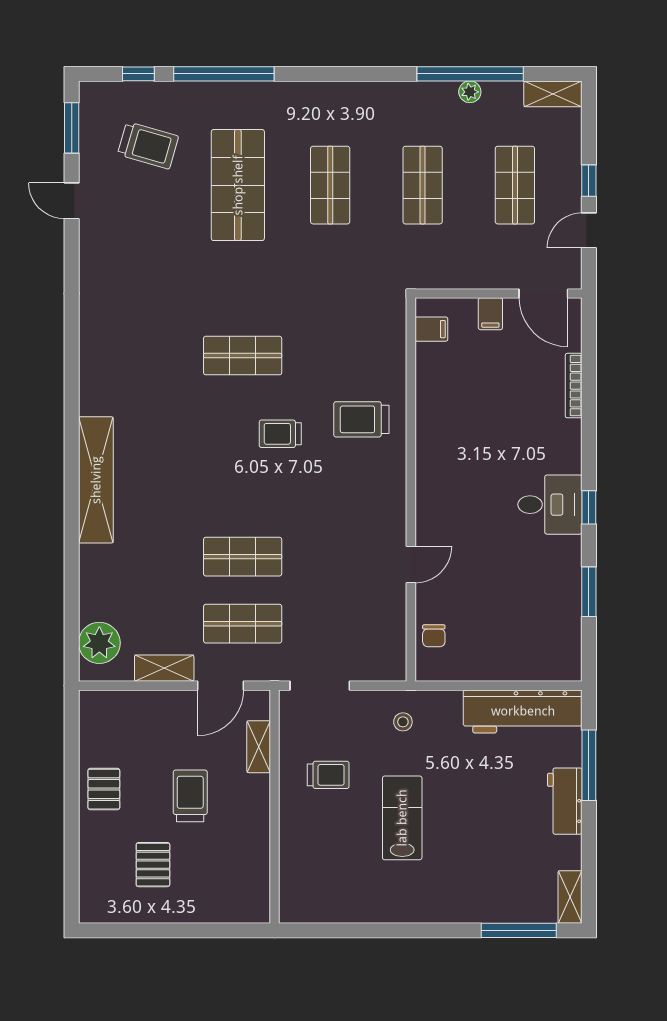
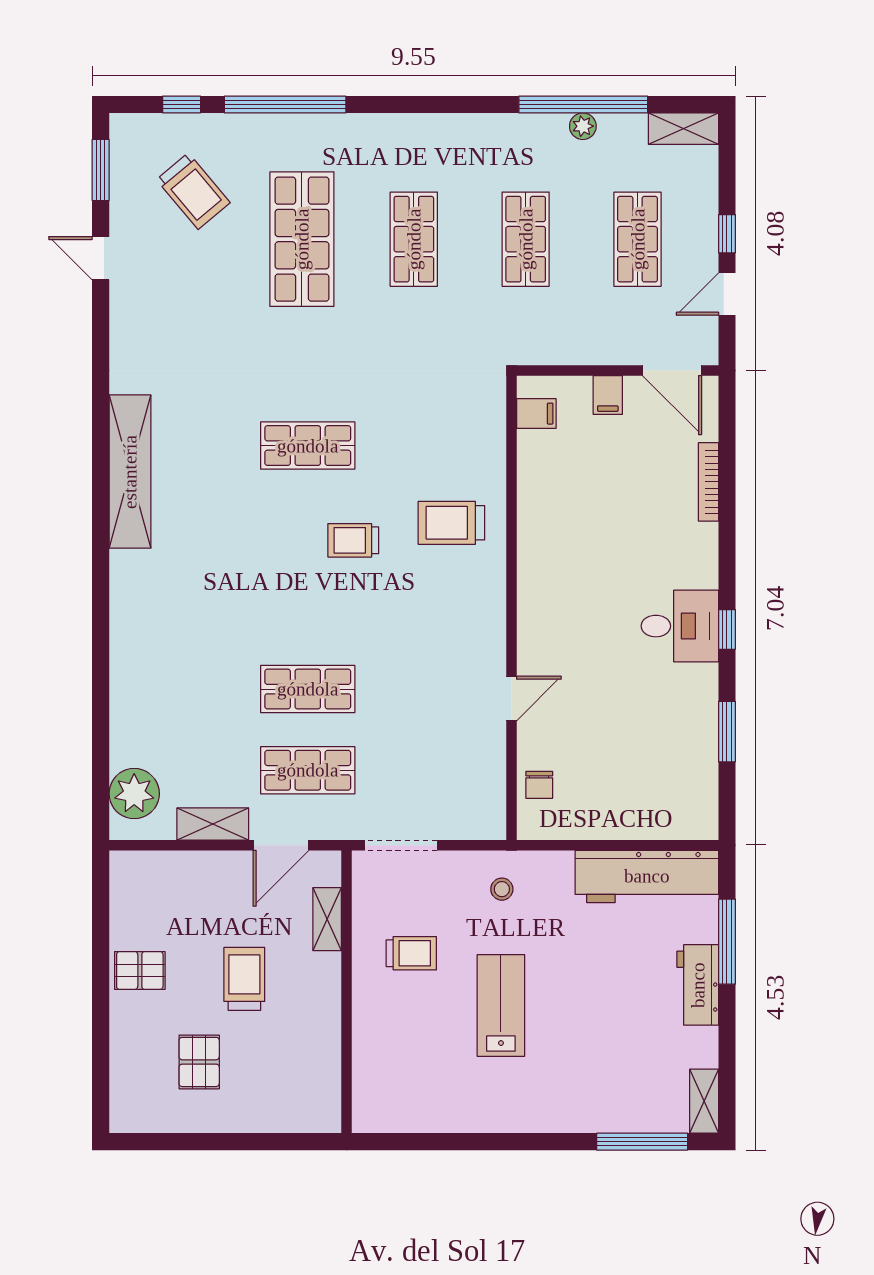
trolley: (148, 145) -> (193, 191), turned 34
shelving: (96, 480) -> (130, 472), moved
pallet: (104, 789) -> (140, 970), turned 90

